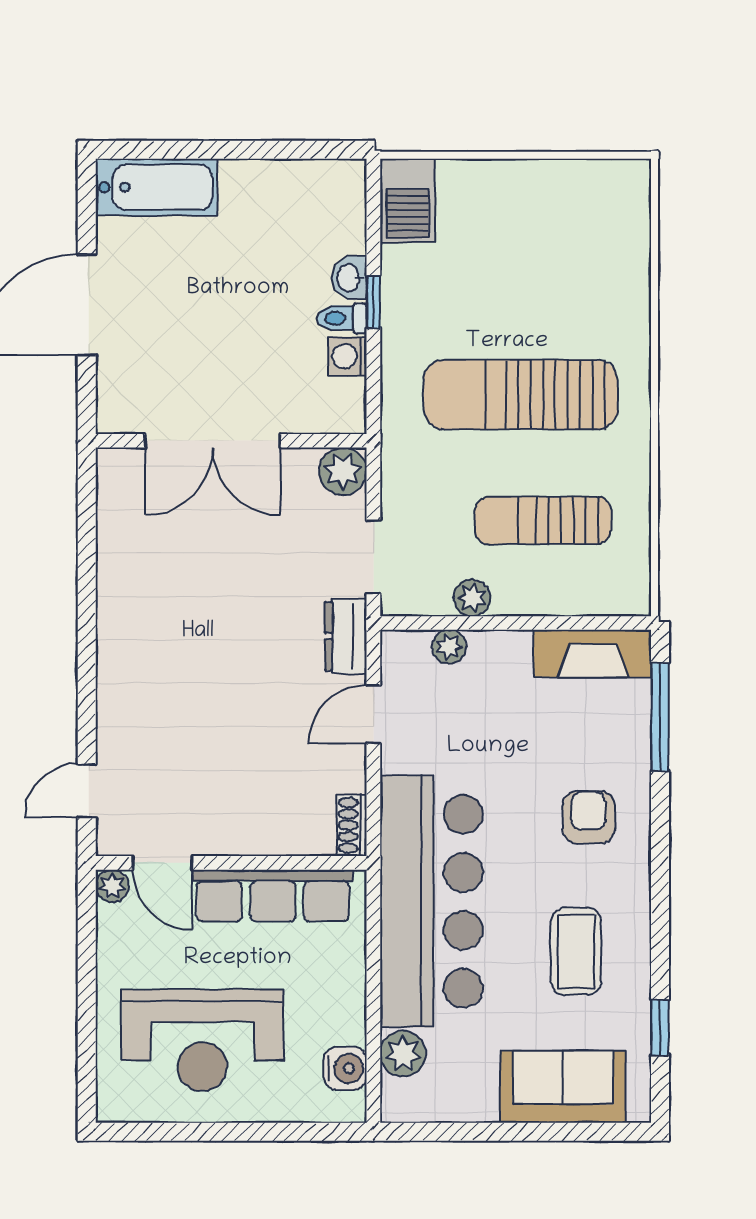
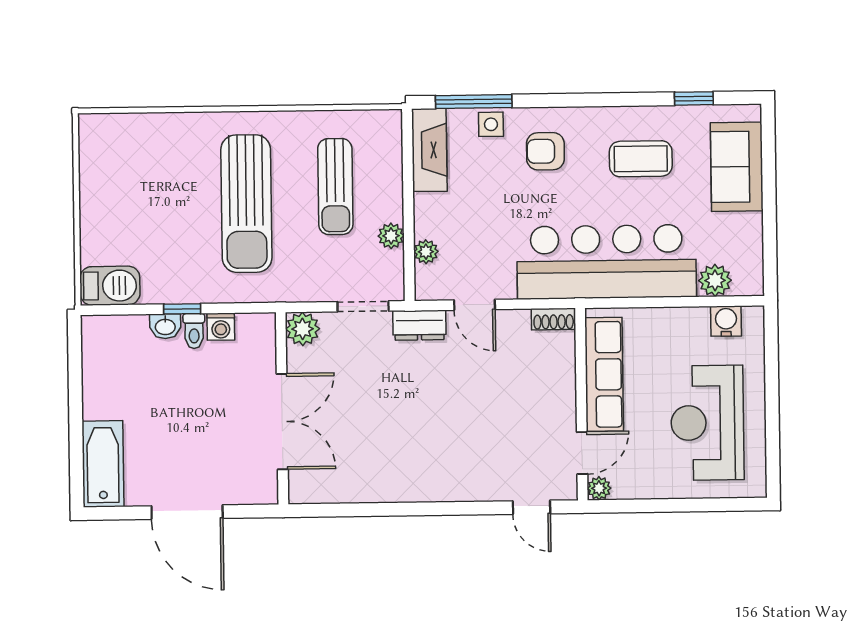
side table: (628, 741) -> (491, 124), added
reception desk: (202, 1040) -> (707, 423), turned 180

